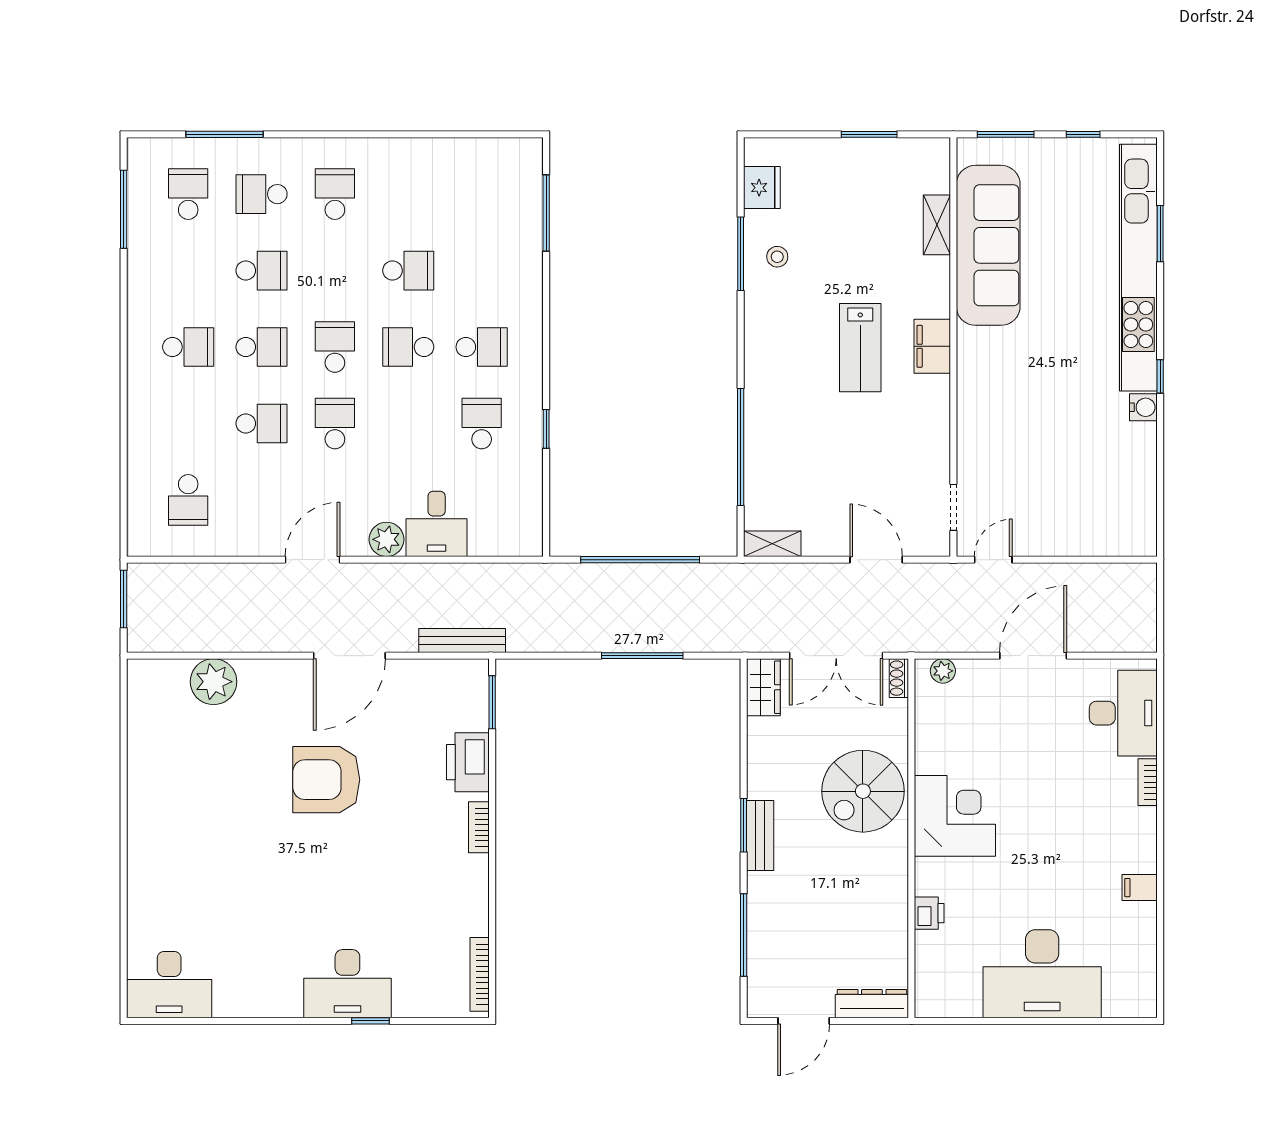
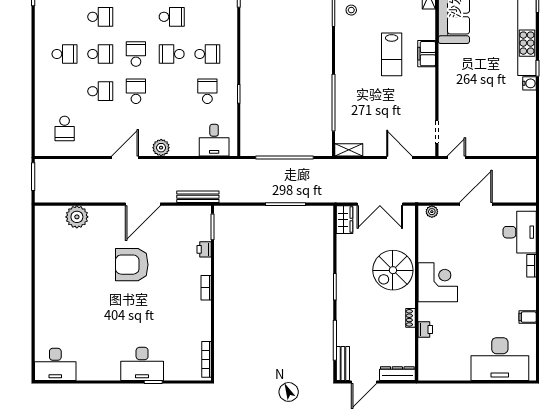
desk: (437, 524) -> (214, 140), moved
shoe rack: (899, 678) -> (410, 318), moved
printer: (468, 762) -> (204, 249), width x0.53, depth x0.68
bench: (760, 836) -> (343, 363), moved
desk: (1042, 974) -> (500, 359), moved

